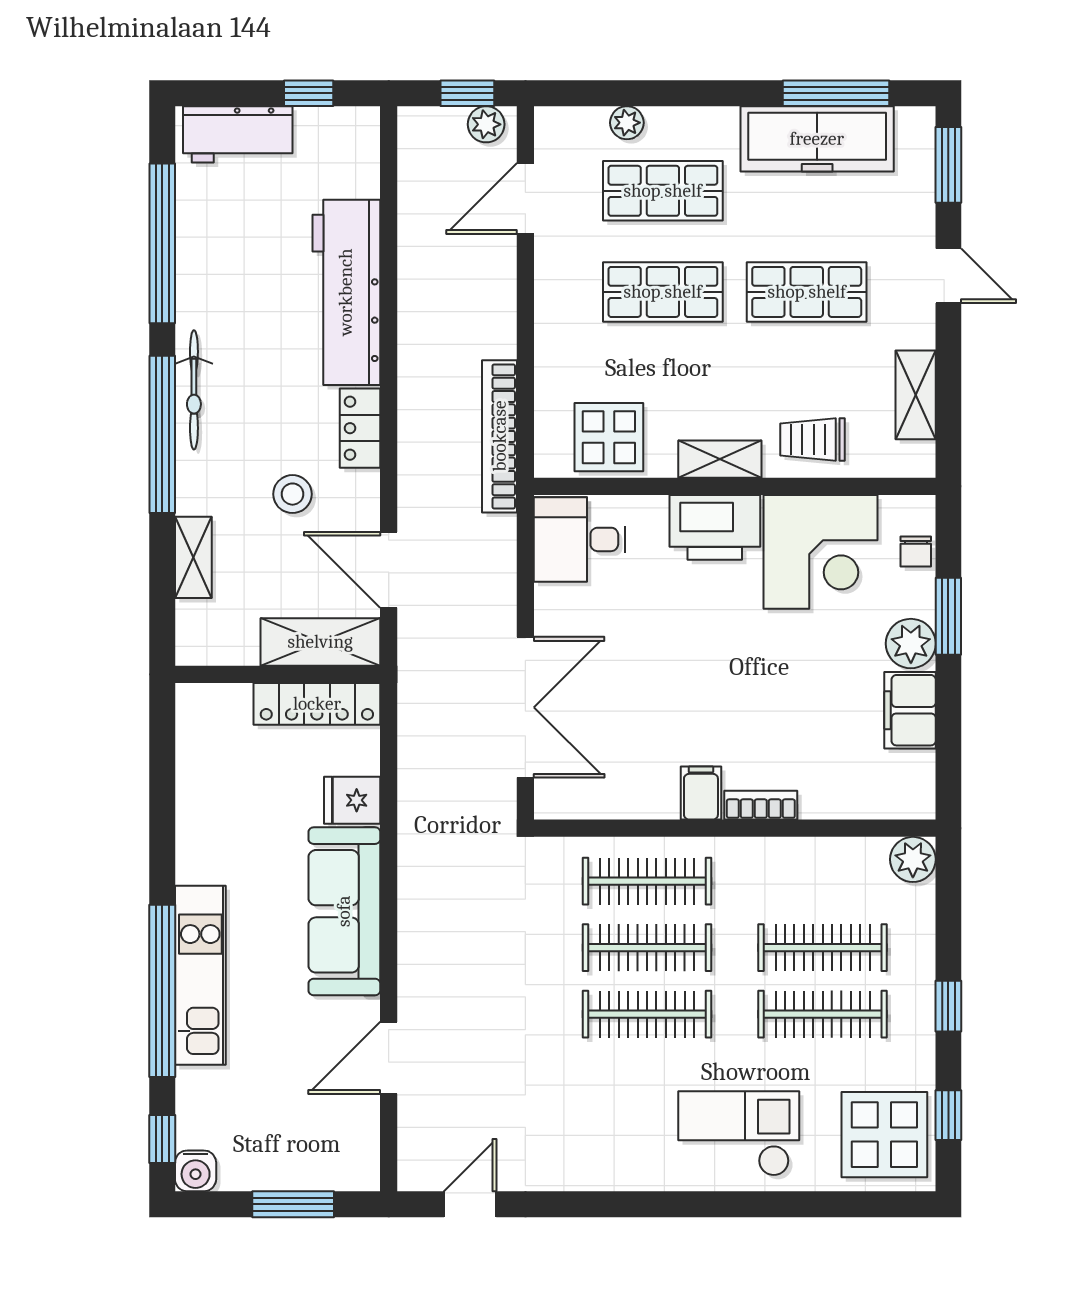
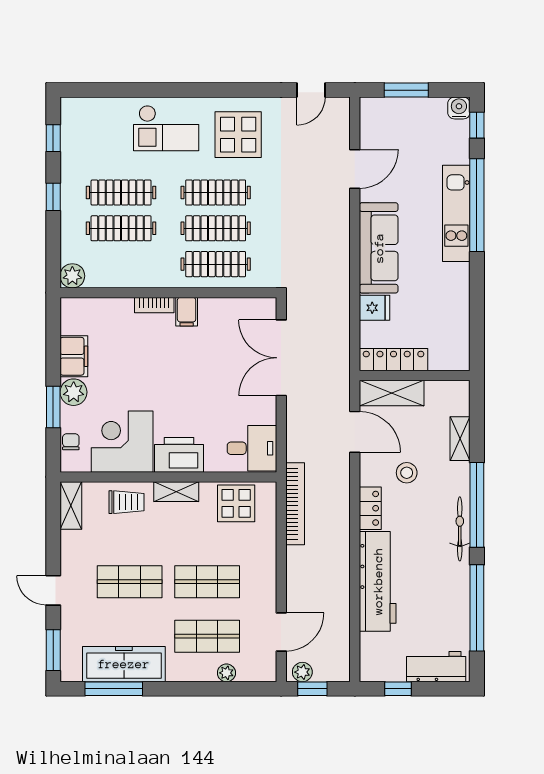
shelving: (916, 395) -> (71, 505), moved
display table: (884, 1135) -> (238, 135), moved

